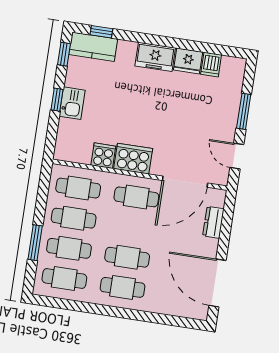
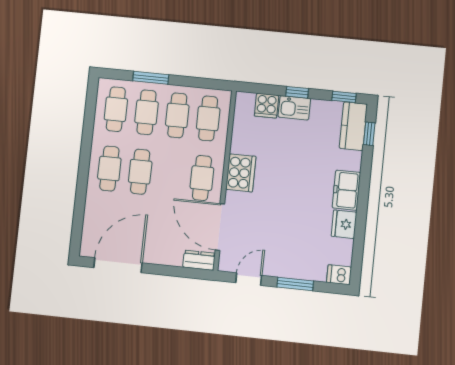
dishwasher: (211, 65) -> (339, 275), moved
cooker: (103, 156) -> (267, 106), moved, turned 90
dresser: (213, 222) -> (199, 260), moved

